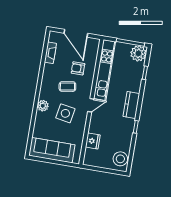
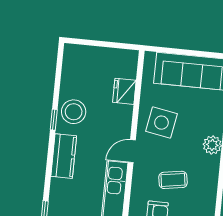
side table: (65, 113) -> (161, 123), moved
stool: (120, 159) -> (74, 112), moved

